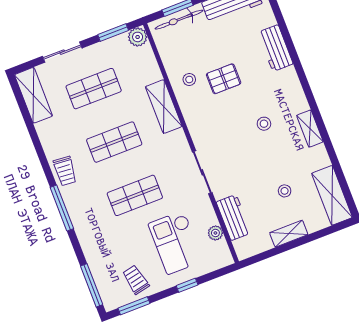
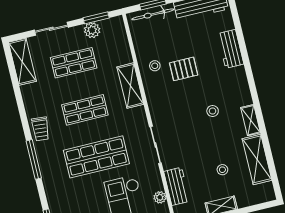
plant: (138, 37) -> (92, 30), moved
shop shelf: (135, 195) -> (96, 157), width x1.43, depth x1.36
shelving: (332, 195) -> (257, 159), moved

